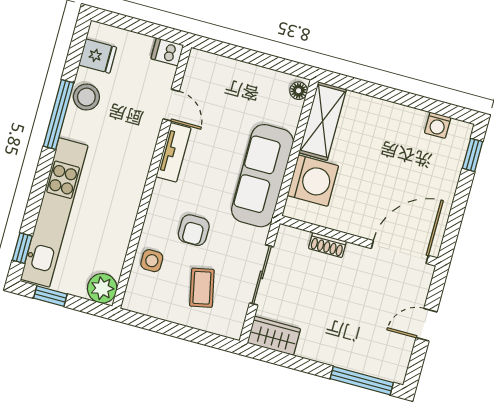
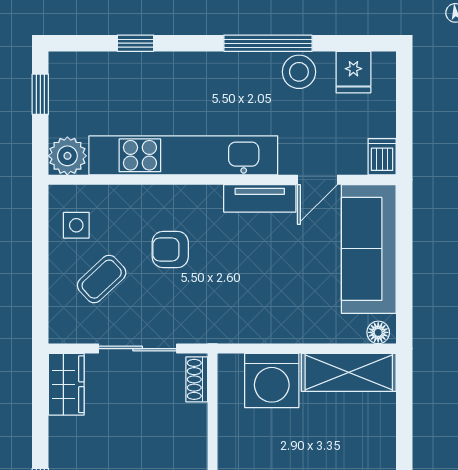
sofa: (262, 176) -> (369, 249), moved, turned -90
kitchen unit: (54, 212) -> (183, 155), moved, turned 180
shoe rack: (327, 245) -> (197, 379), moved
window: (22, 248) -> (135, 43), moved
side table: (152, 261) -> (76, 225), moved
coffee table: (202, 288) -> (102, 279), turned -31

